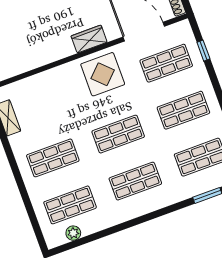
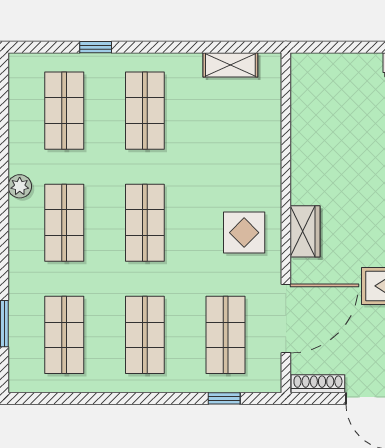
display table: (103, 74) -> (244, 233), width x0.73, depth x0.73
window: (26, 200) -> (96, 47), added
plant: (73, 233) -> (20, 186), moved

